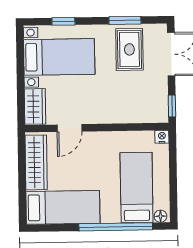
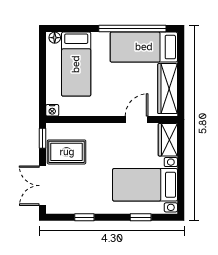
window: (125, 20) -> (84, 217), width x0.67
rug: (129, 49) -> (67, 152), moved, turned 90
window: (116, 227) -> (132, 29), moved

